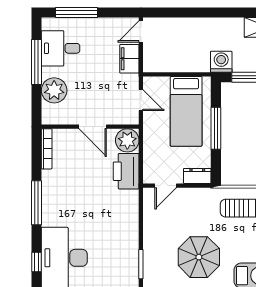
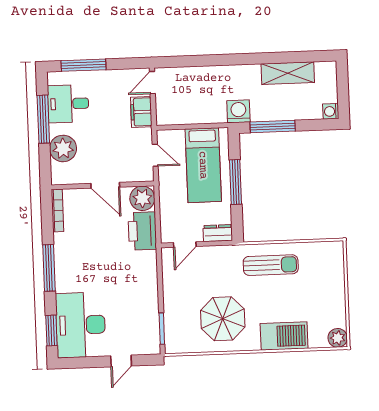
window: (37, 262) -> (51, 331), width x1.50

